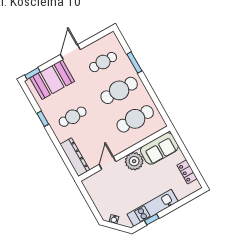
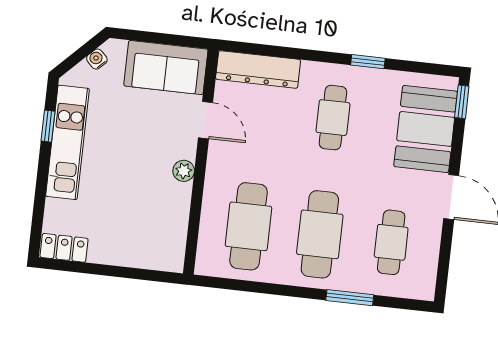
sofa: (159, 148) -> (166, 68), moved, turned -90
plant: (134, 161) -> (184, 171), width x0.53, depth x0.53
locker: (187, 172) -> (64, 248), moved

